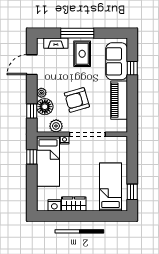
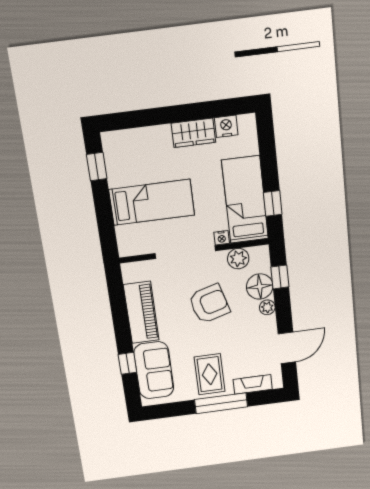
bed: (110, 187) -> (152, 202), moved, turned -90

